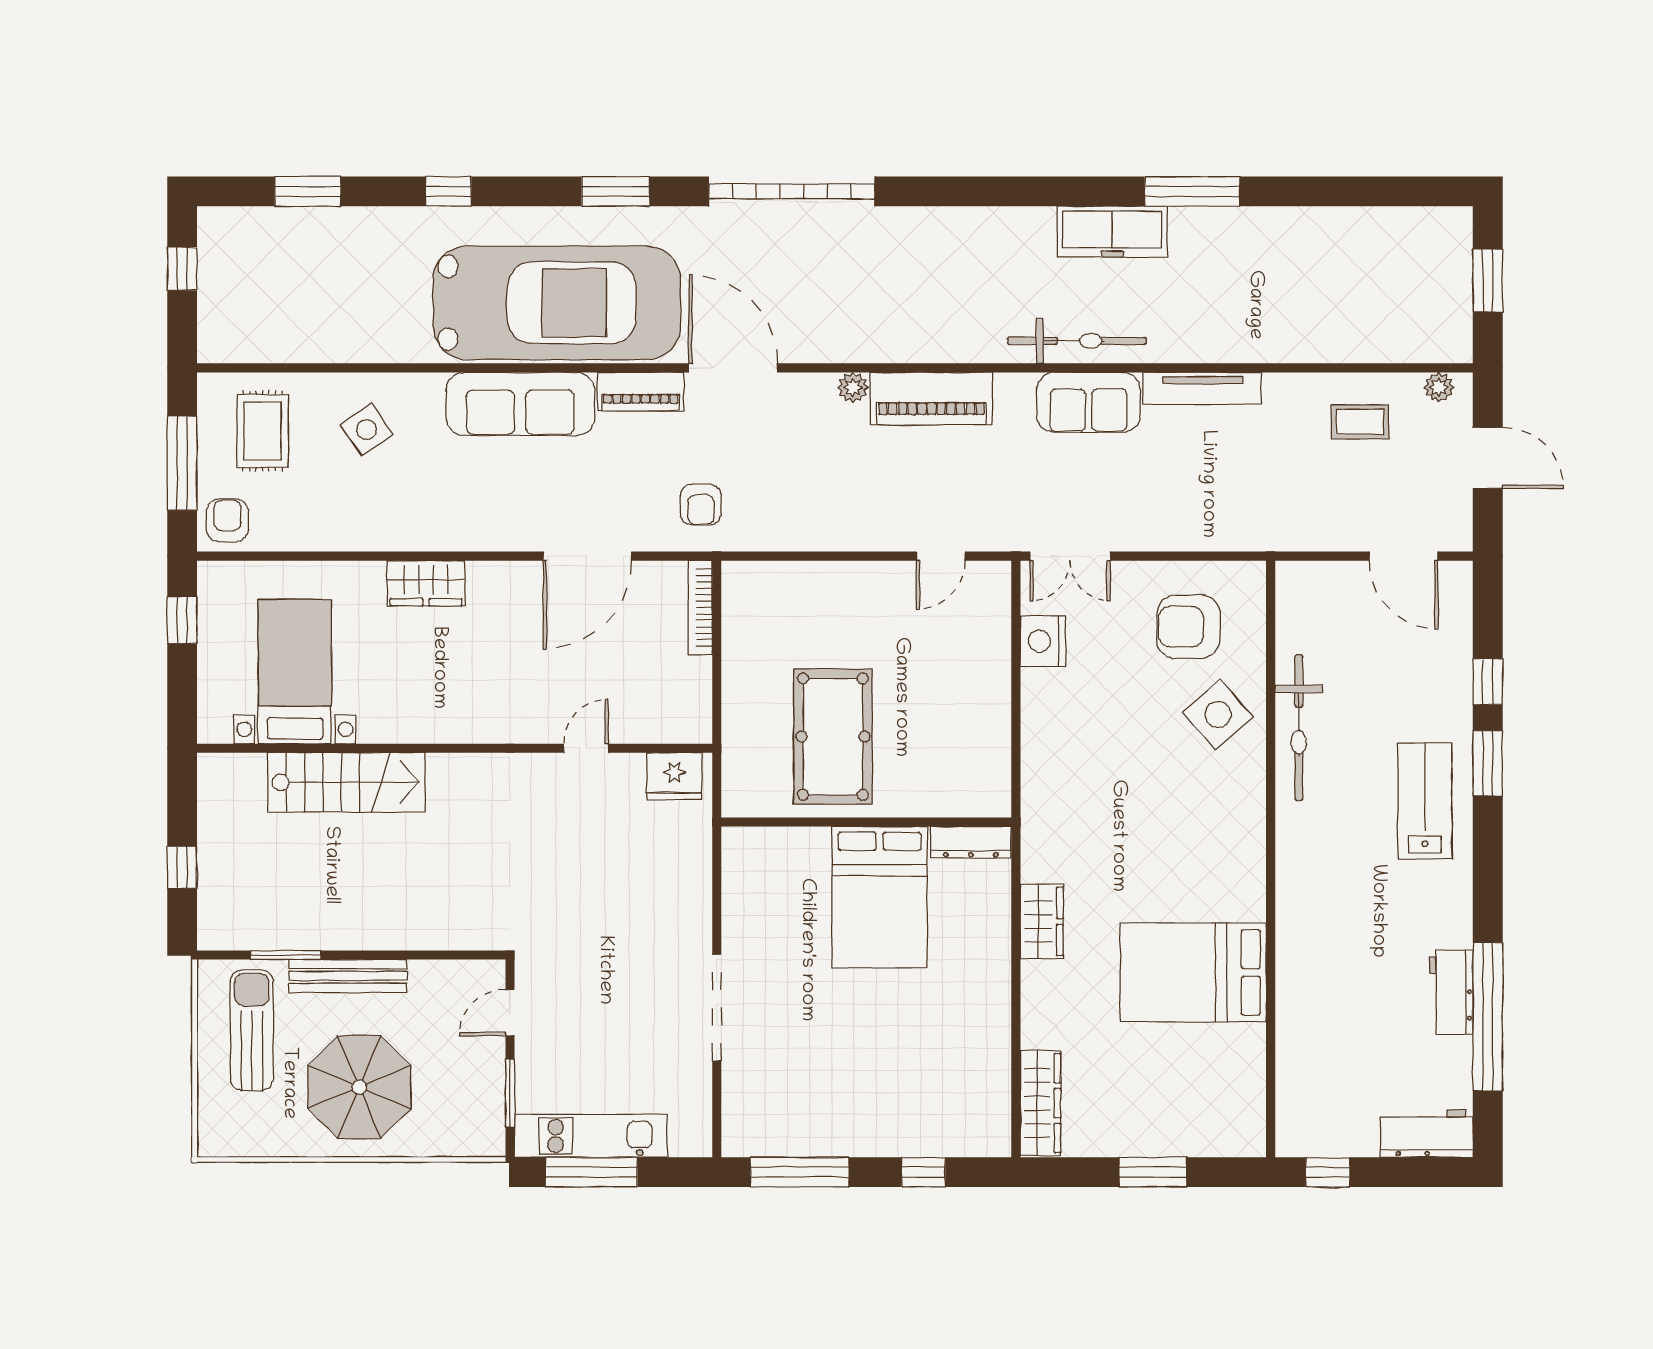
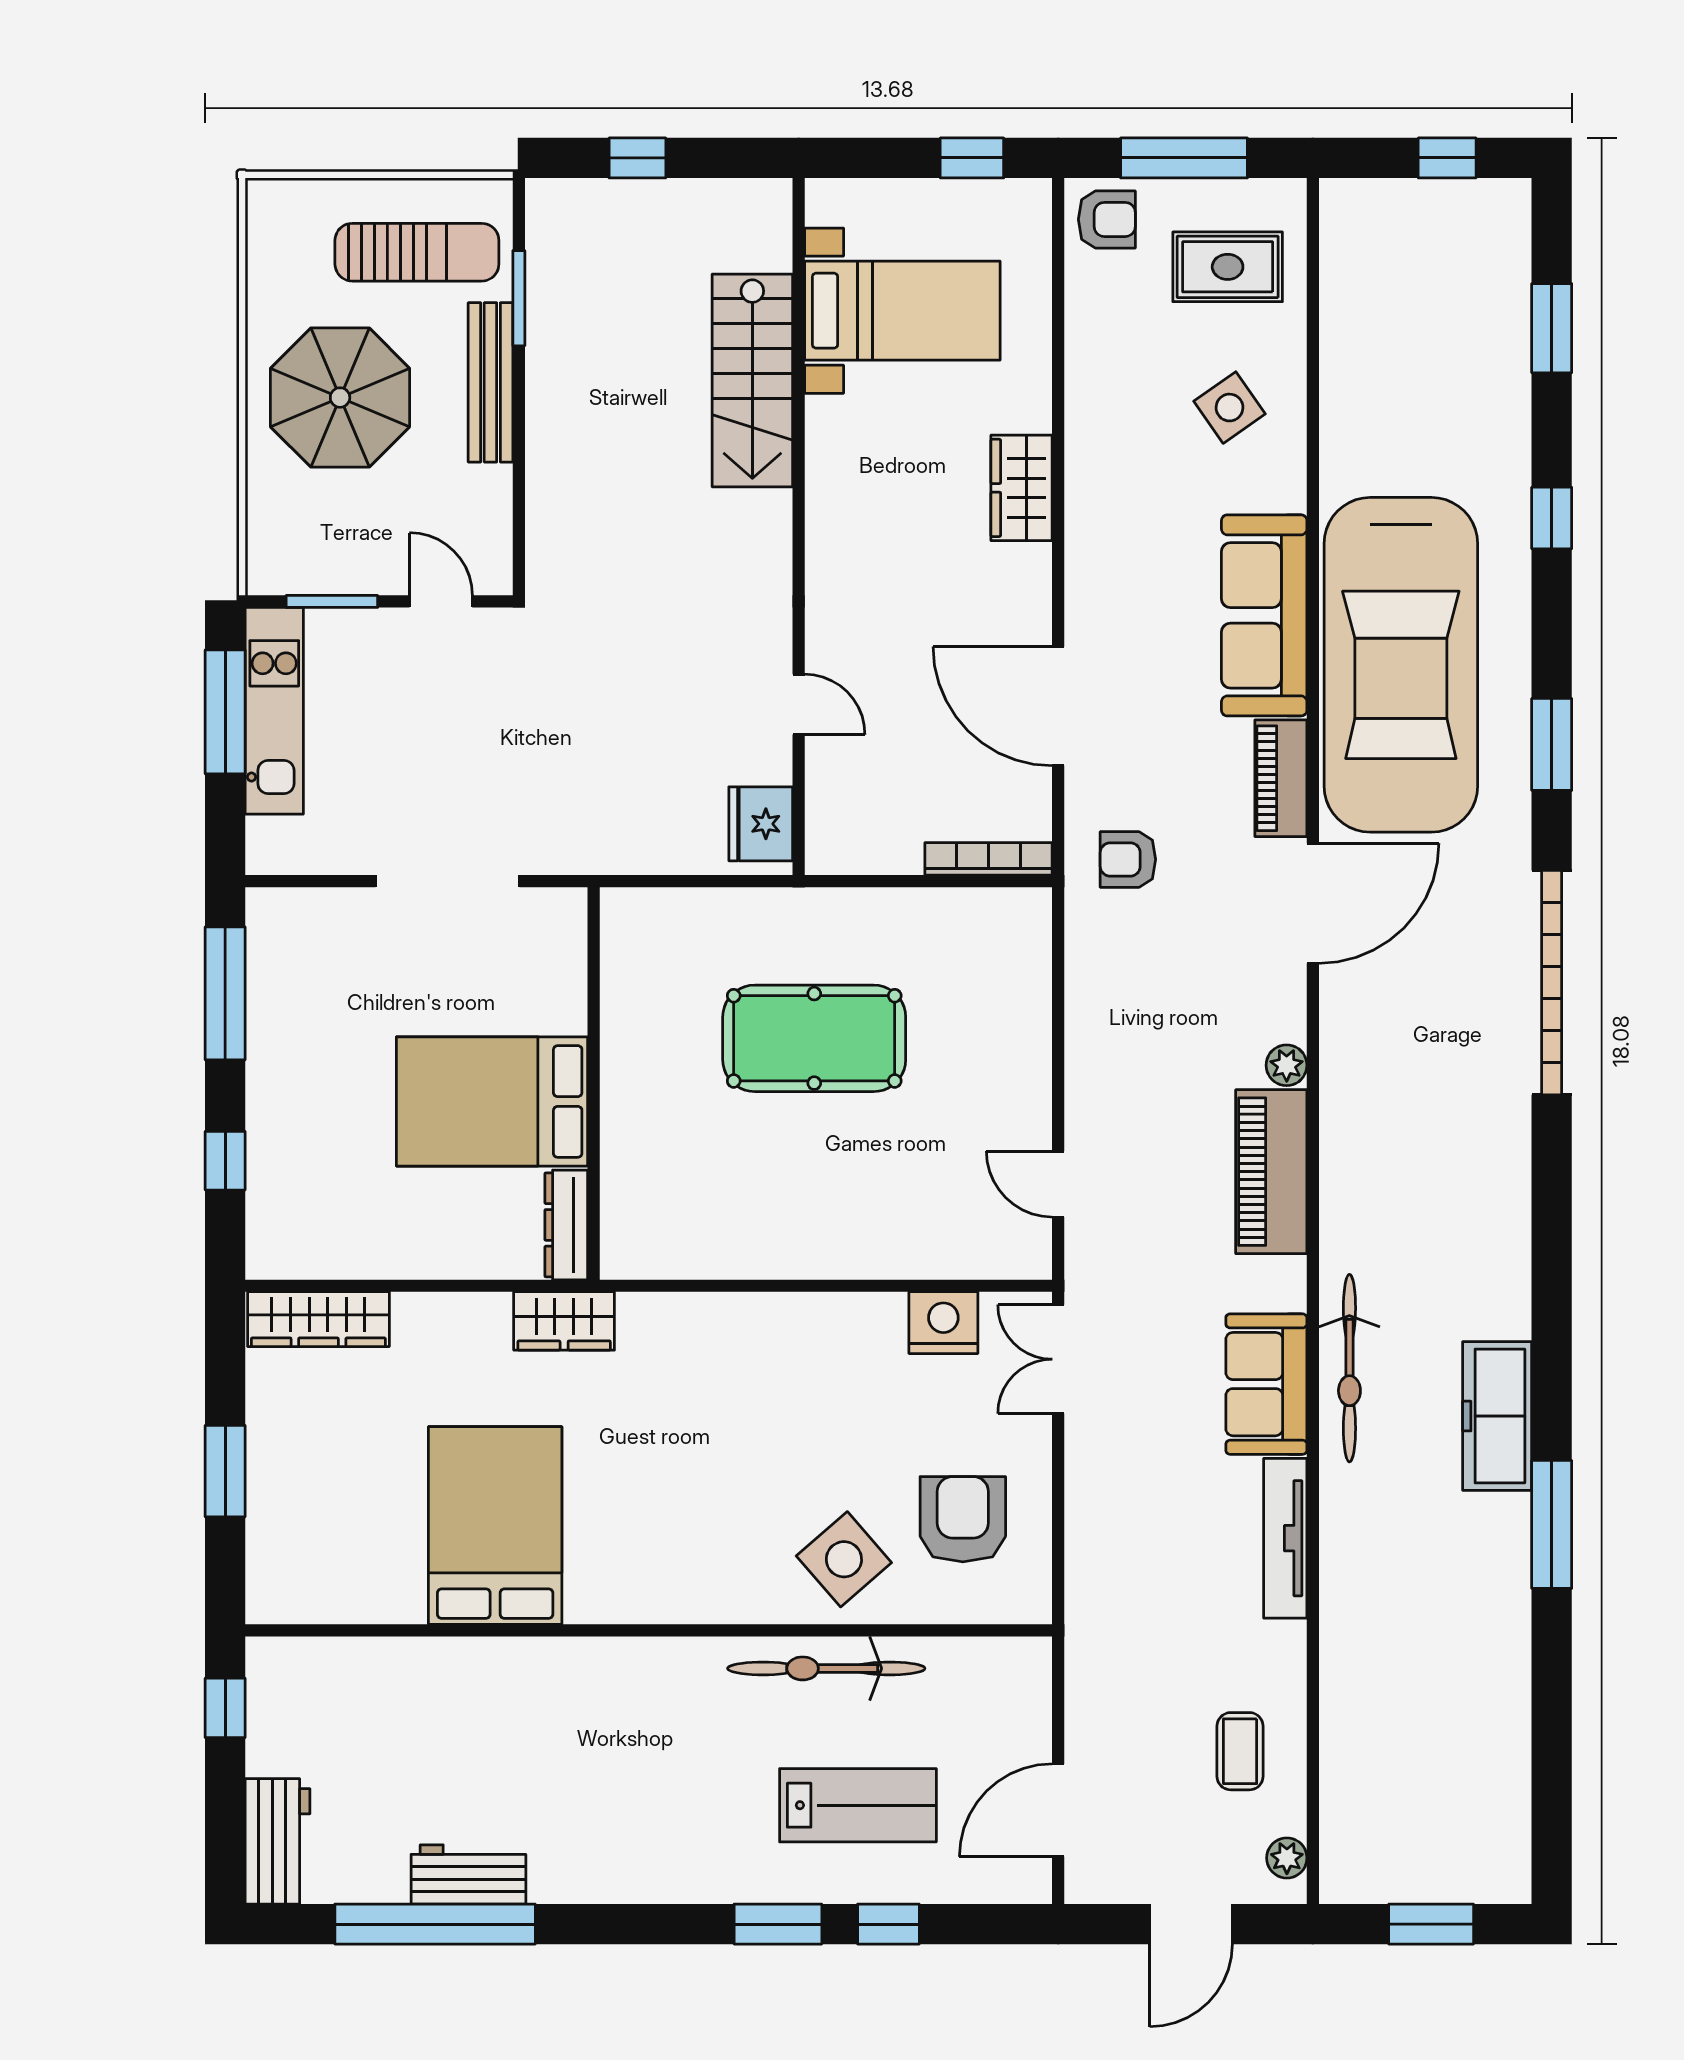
lab bench: (1425, 801) -> (858, 1805), moved
wall: (866, 822) -> (594, 1083), moved
dresser: (971, 842) -> (566, 1225), moved
bed: (880, 897) -> (492, 1101), moved

